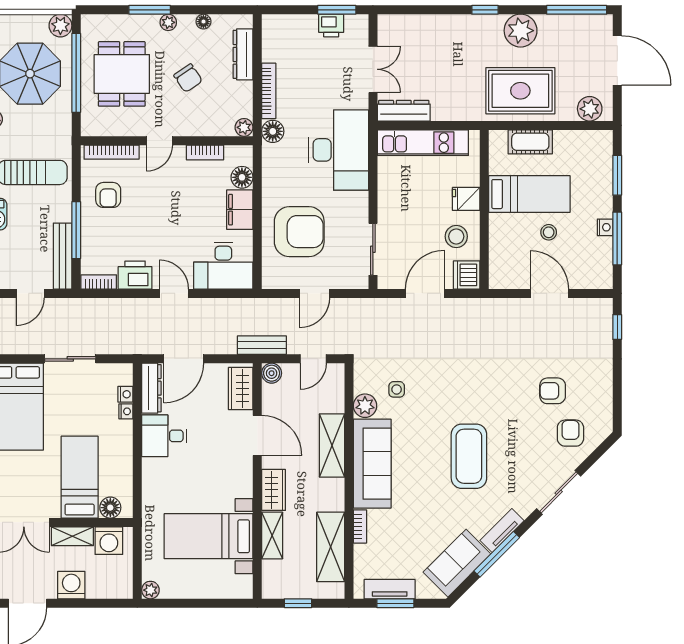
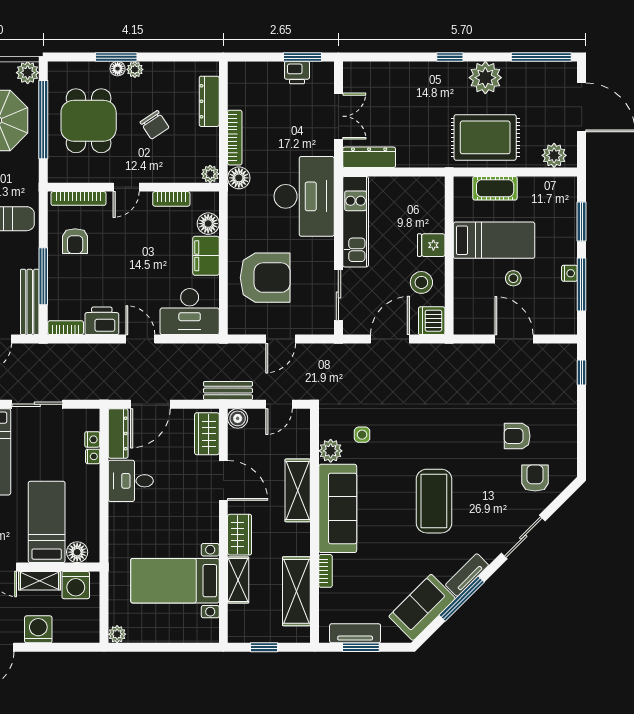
floor lamp: (203, 22) -> (118, 69), moved
kitchen unit: (423, 143) -> (356, 222), moved, turned -90

